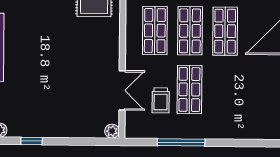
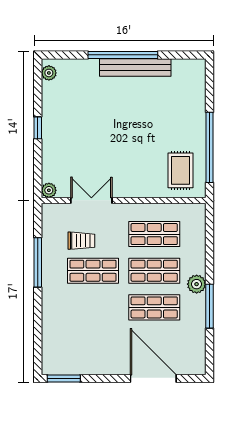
double door: (122, 90) -> (91, 200), swing flipped
trolley: (161, 100) -> (81, 241), turned 180
window: (32, 141) -> (38, 128), moved

